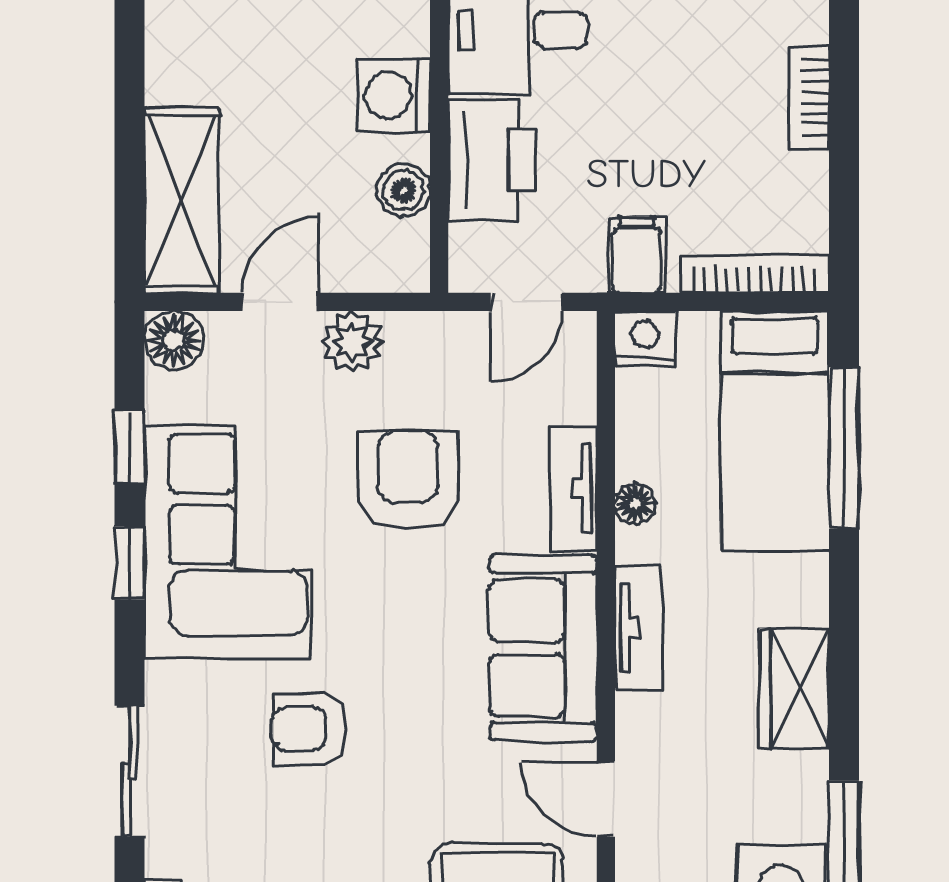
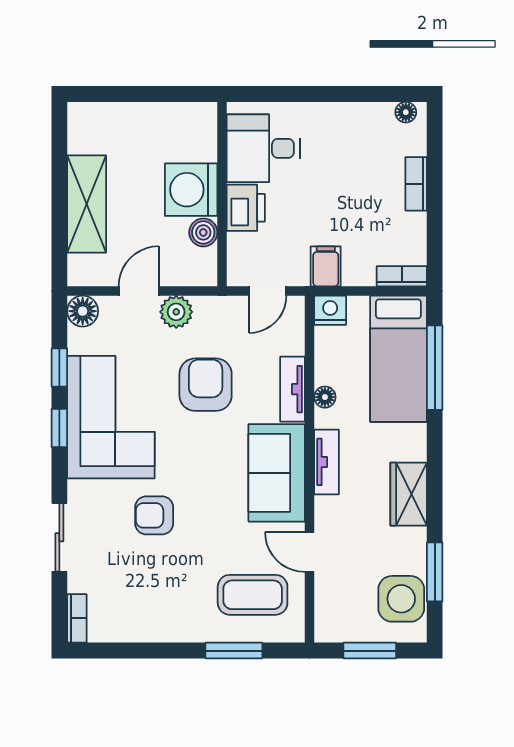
washing machine: (394, 95) -> (191, 190), width x1.37, depth x1.37
printer: (491, 160) -> (246, 208), width x0.73, depth x0.84
shelving: (181, 200) -> (87, 204), moved
bookcase: (754, 274) -> (402, 276), width x0.64

